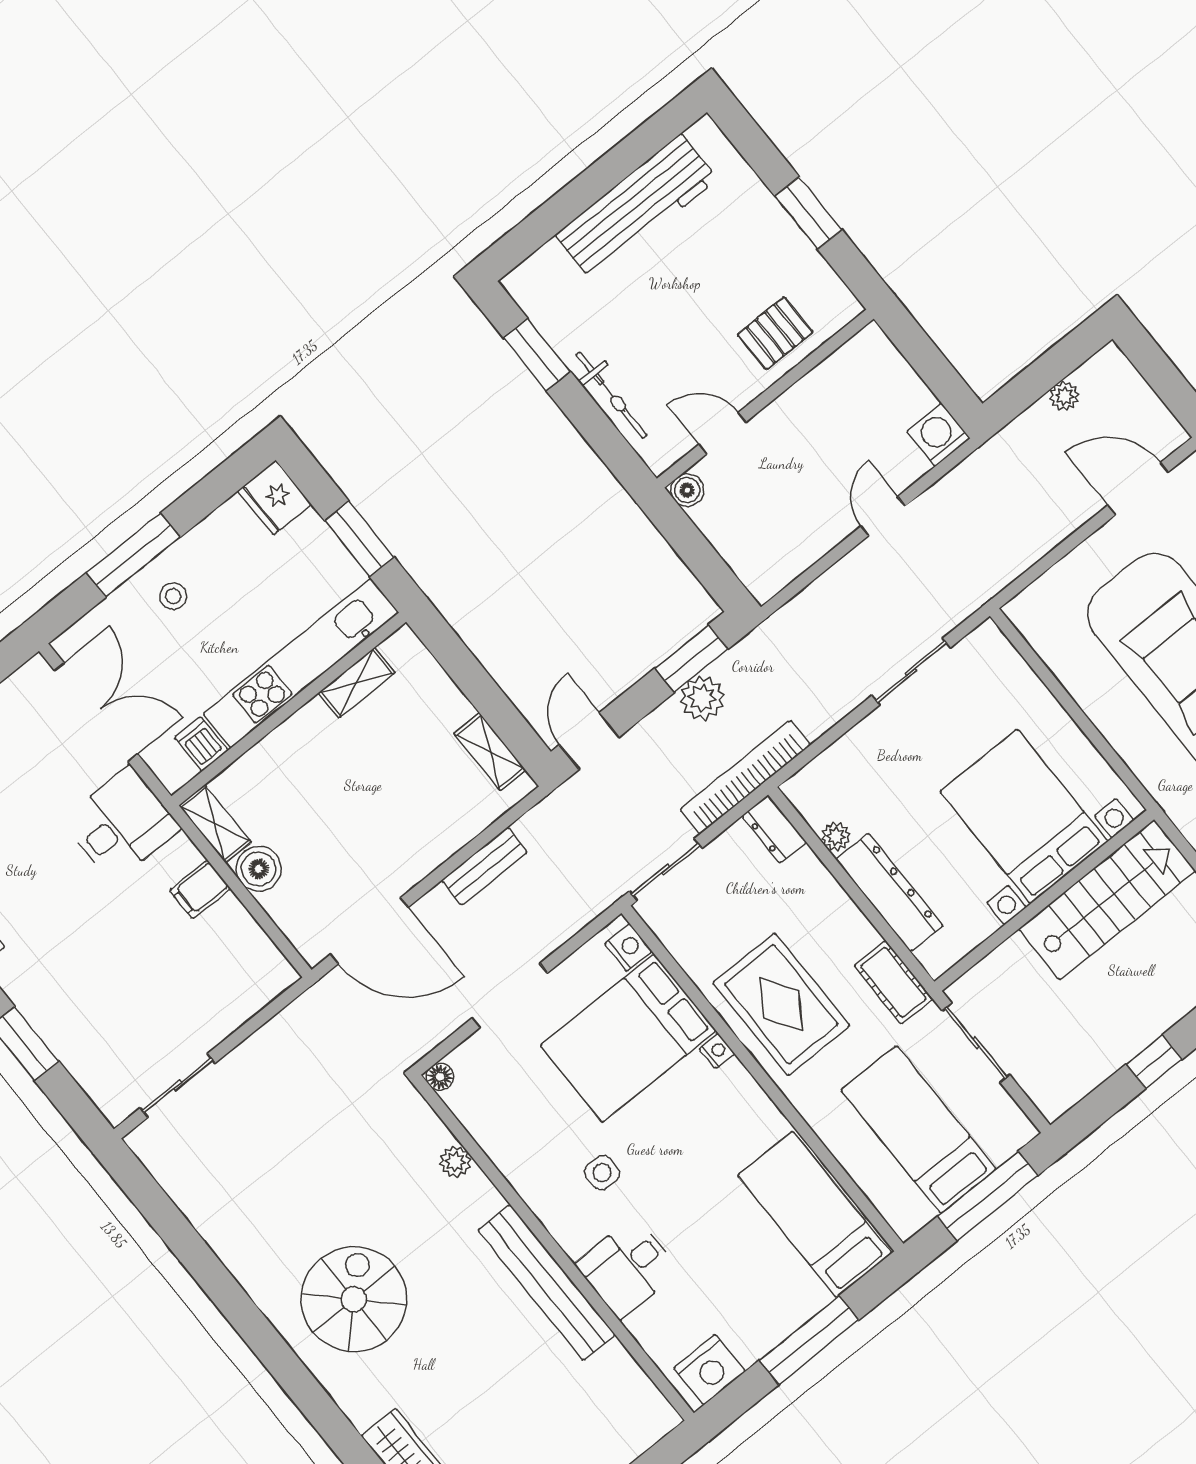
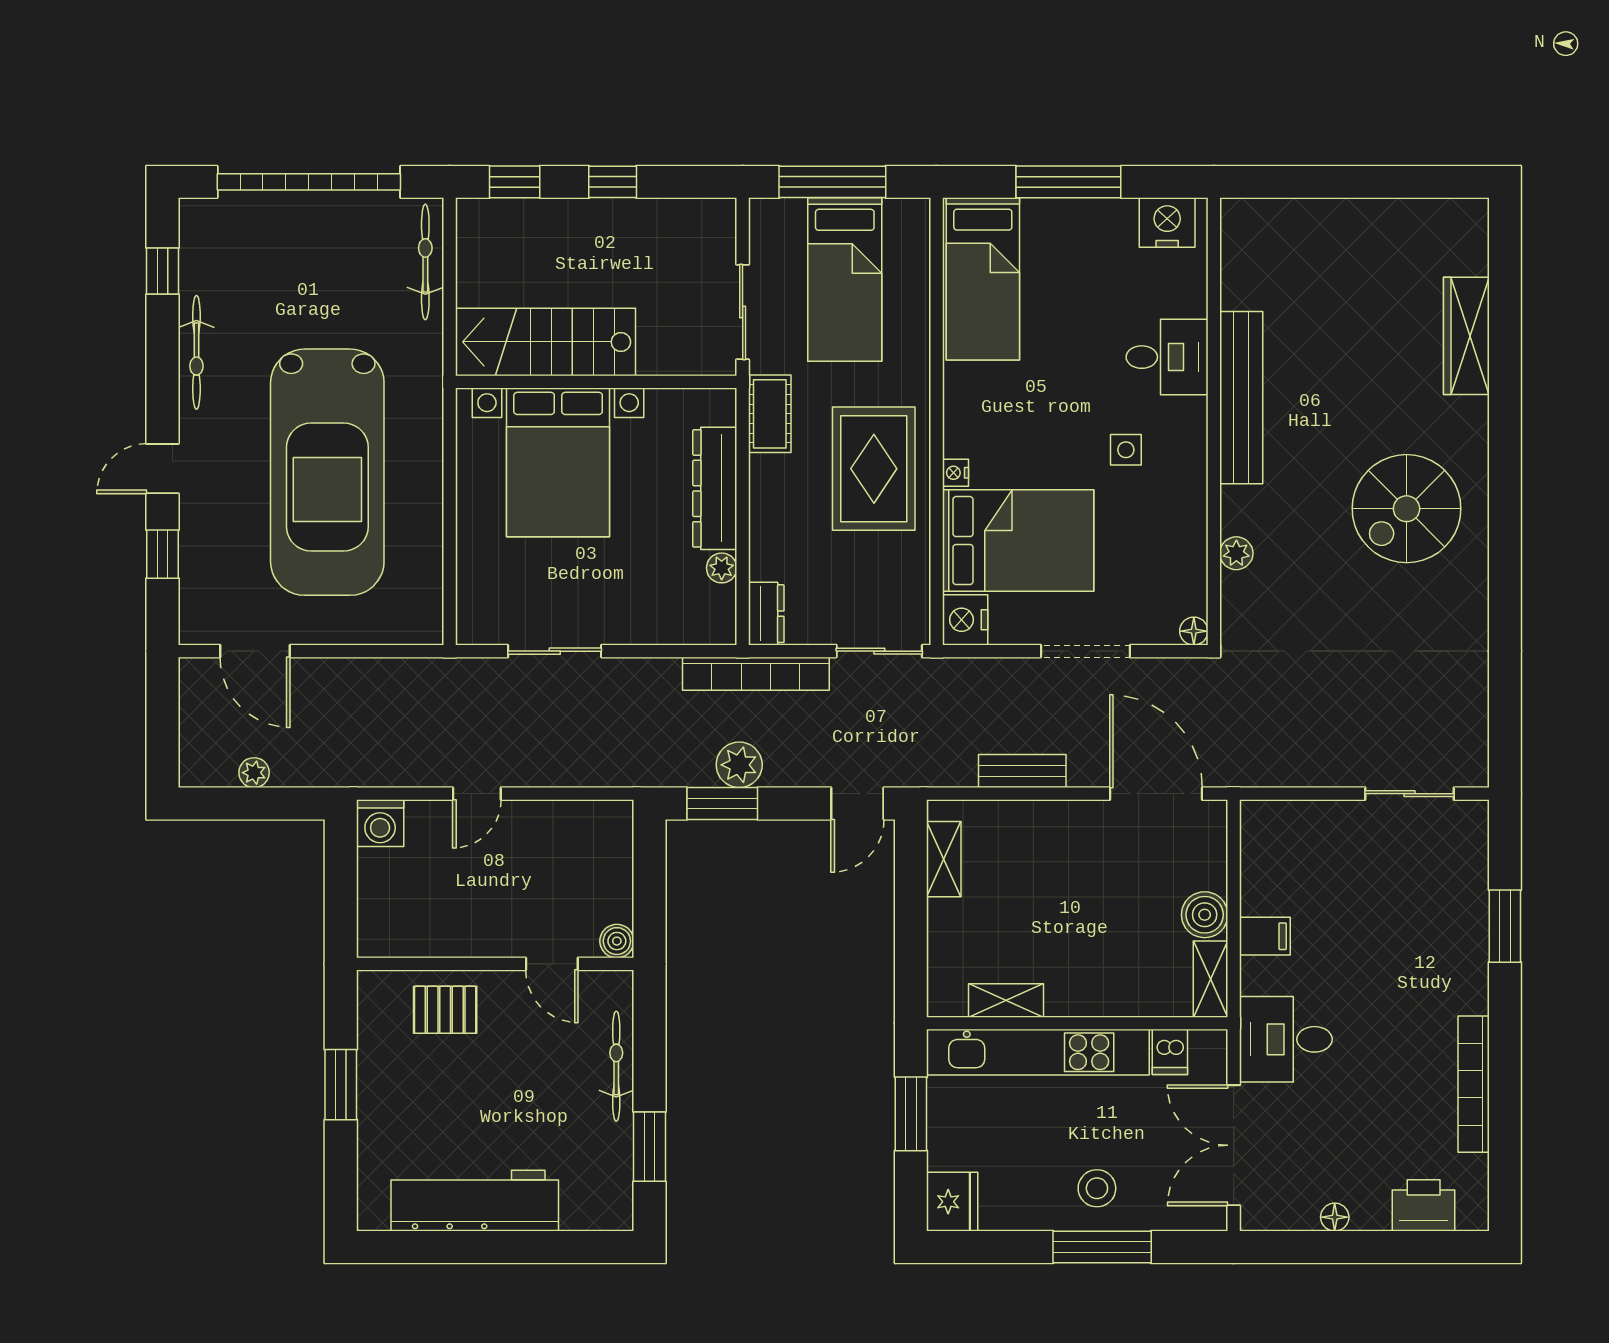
stool: (173, 596) -> (1097, 1188), width x1.37, depth x1.37
nightstand: (628, 947) -> (965, 620), width x1.36, depth x1.33

